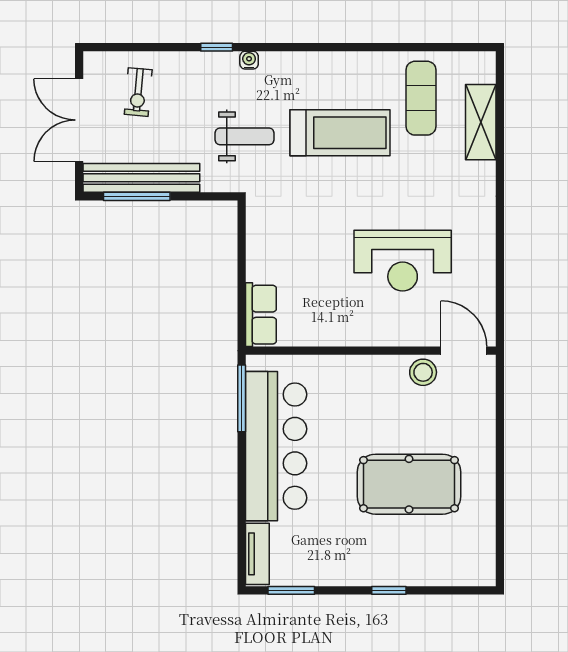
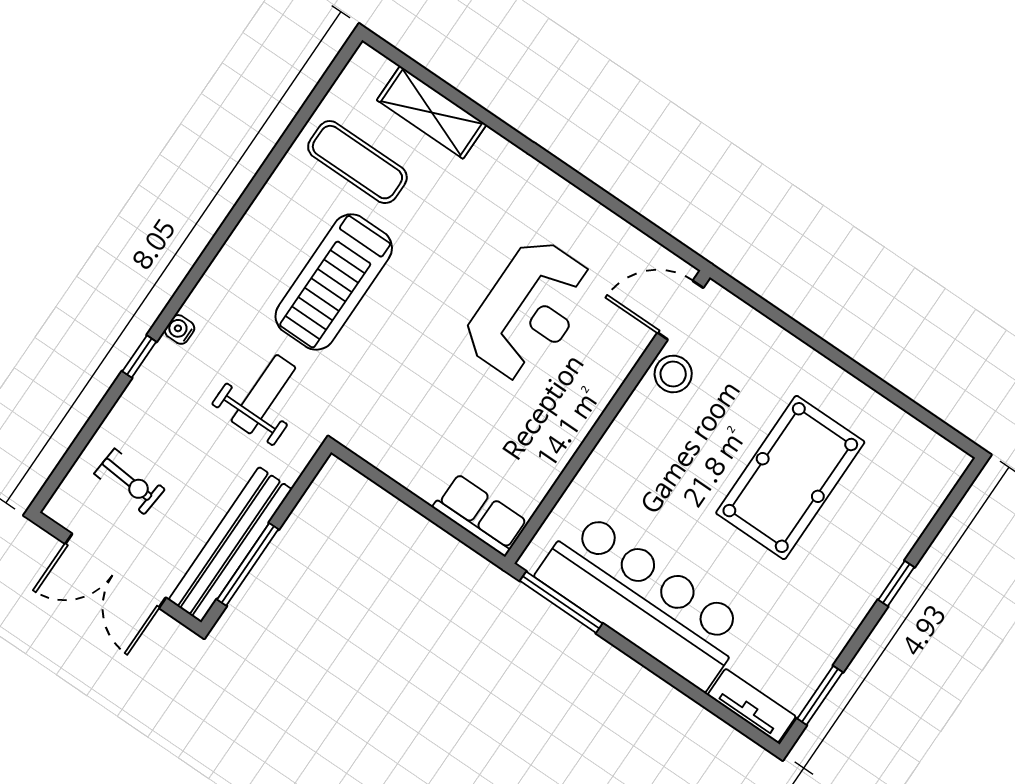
treadmill: (340, 133) -> (334, 282), turned 180

